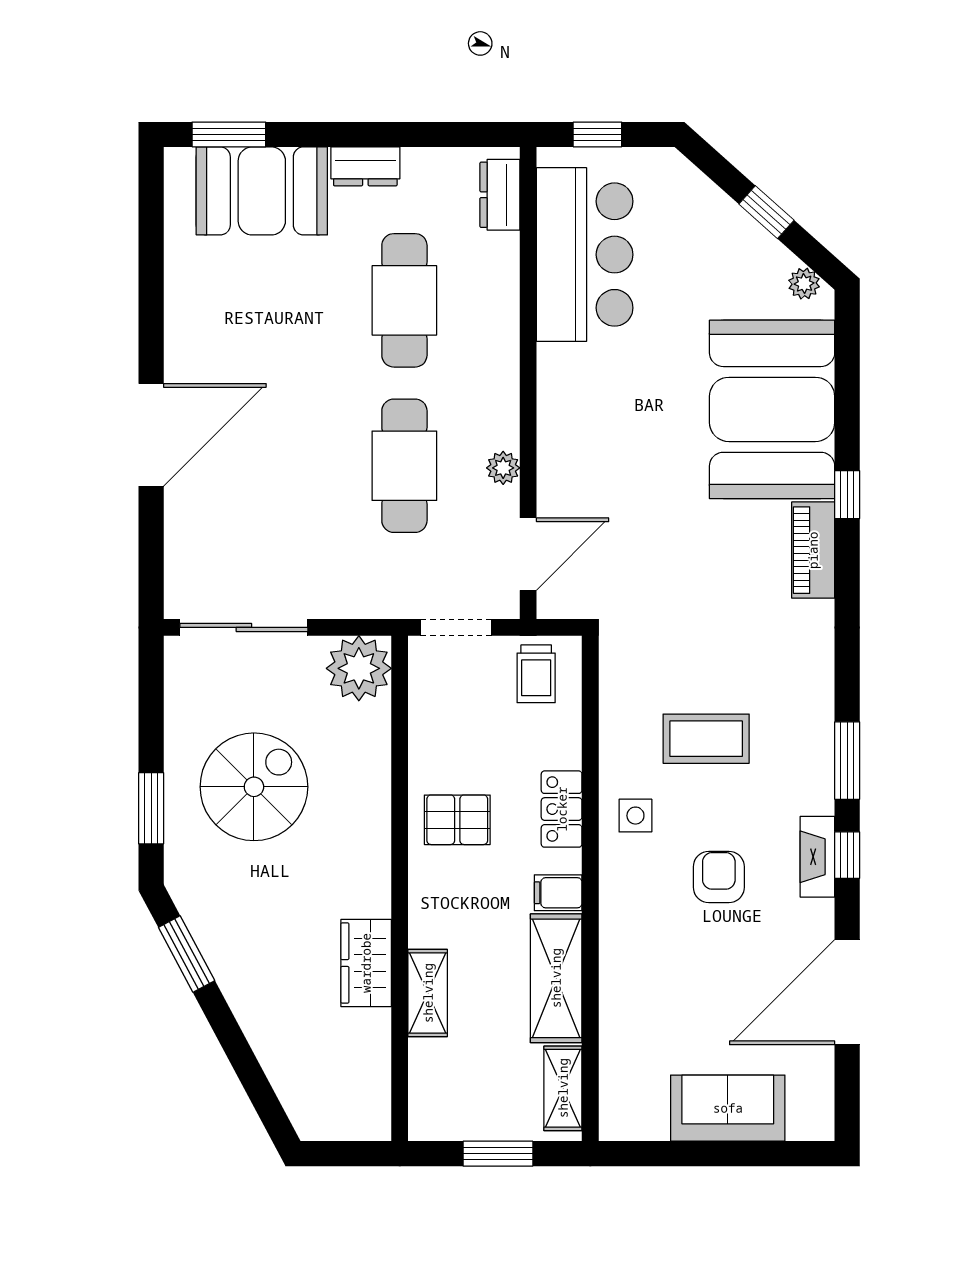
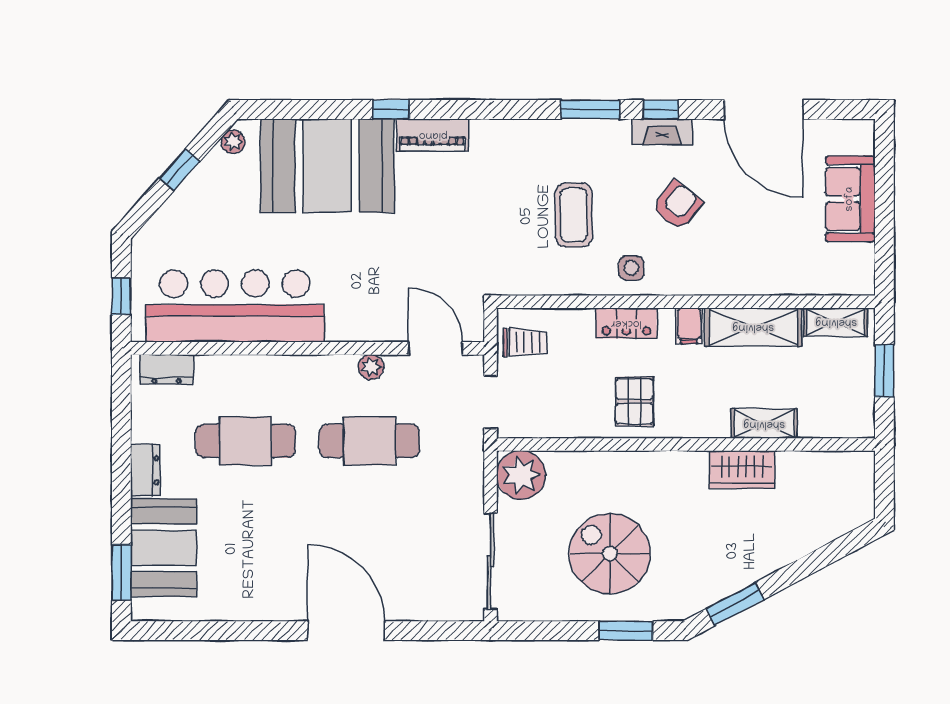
bar counter: (585, 255) -> (235, 306), width x1.36
armchair: (719, 877) -> (677, 206), turned 128

